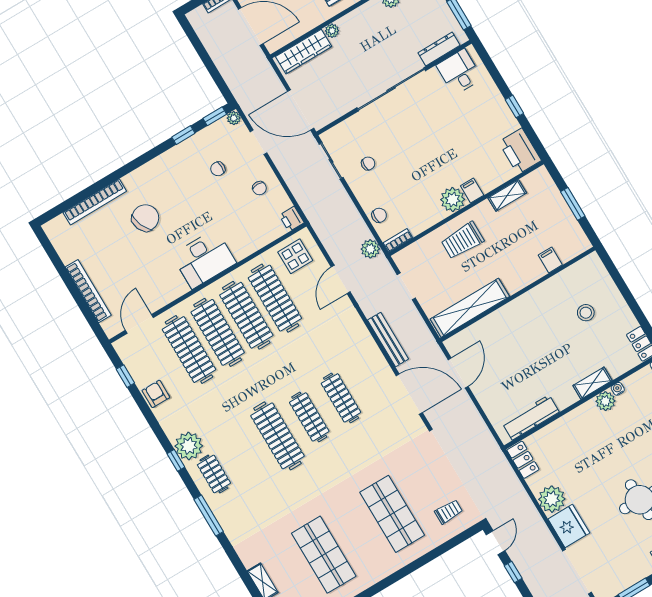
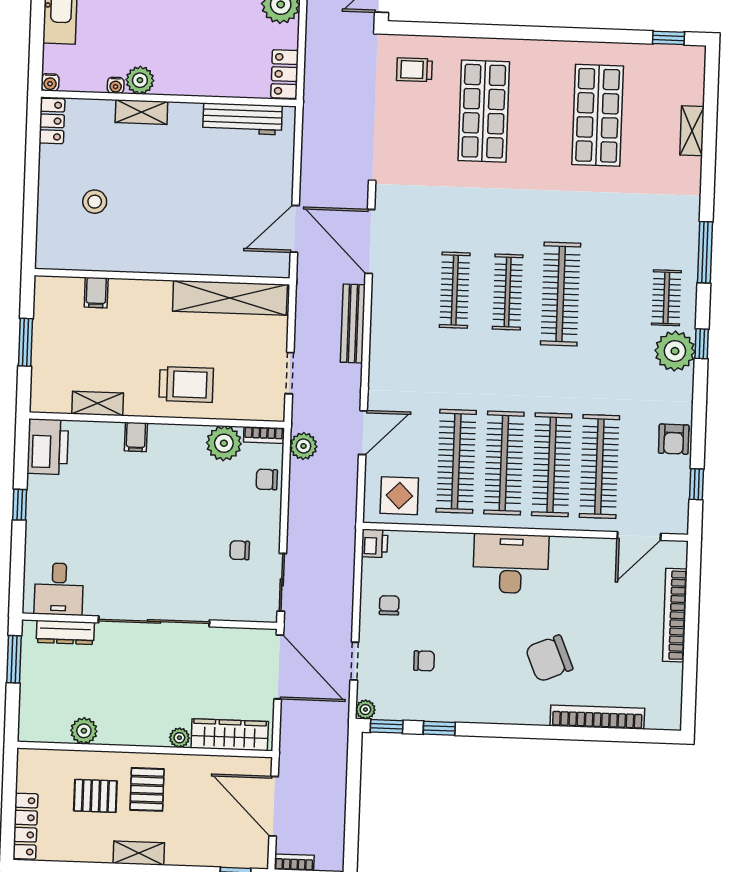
plant: (453, 200) -> (224, 443), moved

